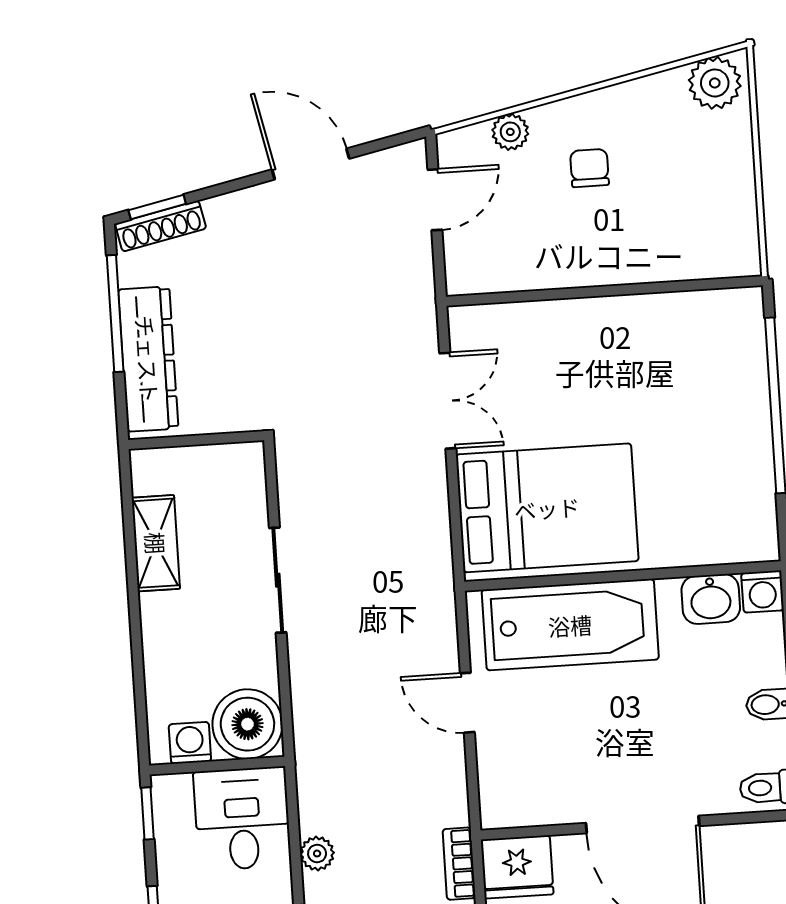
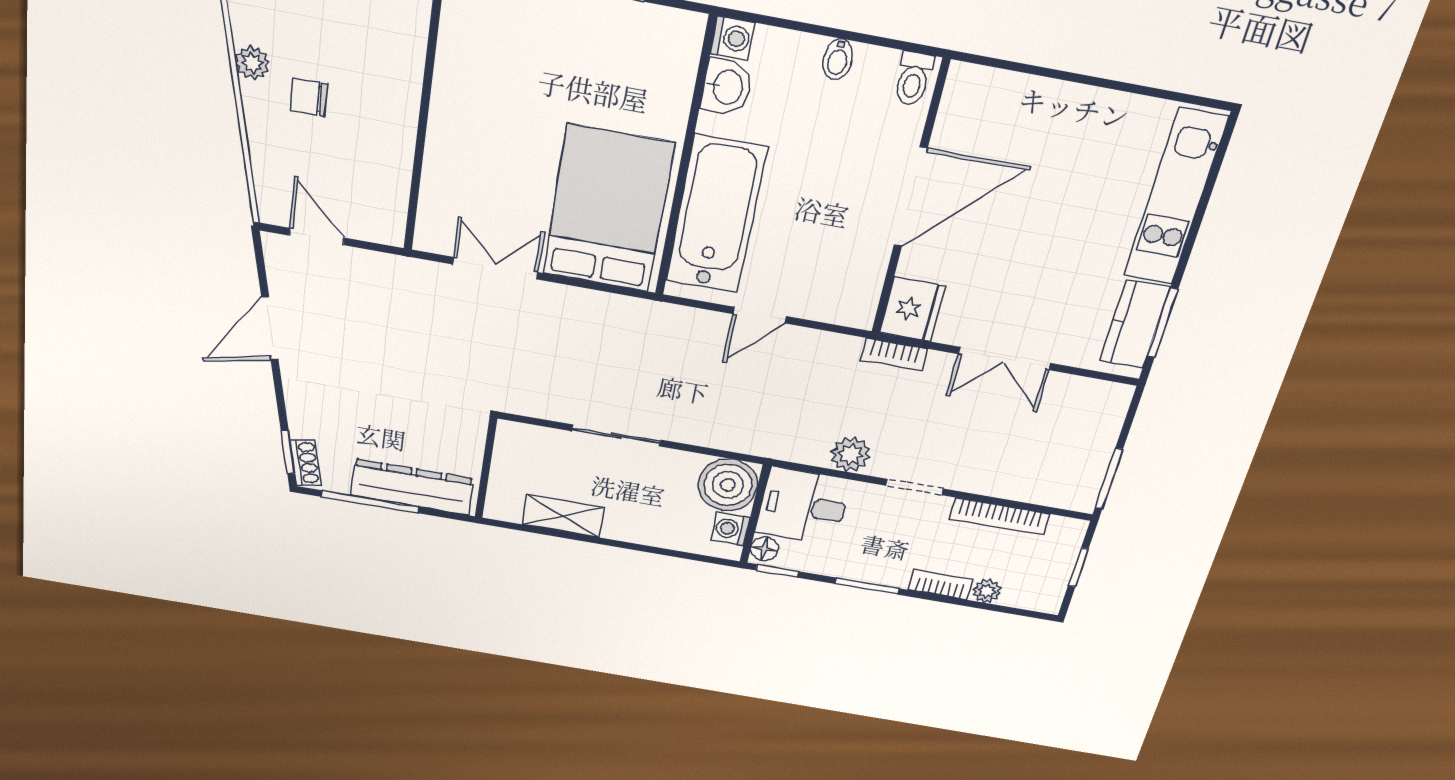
plant: (510, 132) -> (252, 63), moved
shoe rack: (161, 226) -> (306, 463), width x0.70
floor lamp: (174, 790) -> (764, 549), added
plant: (317, 853) -> (851, 454), width x1.38, depth x1.38

